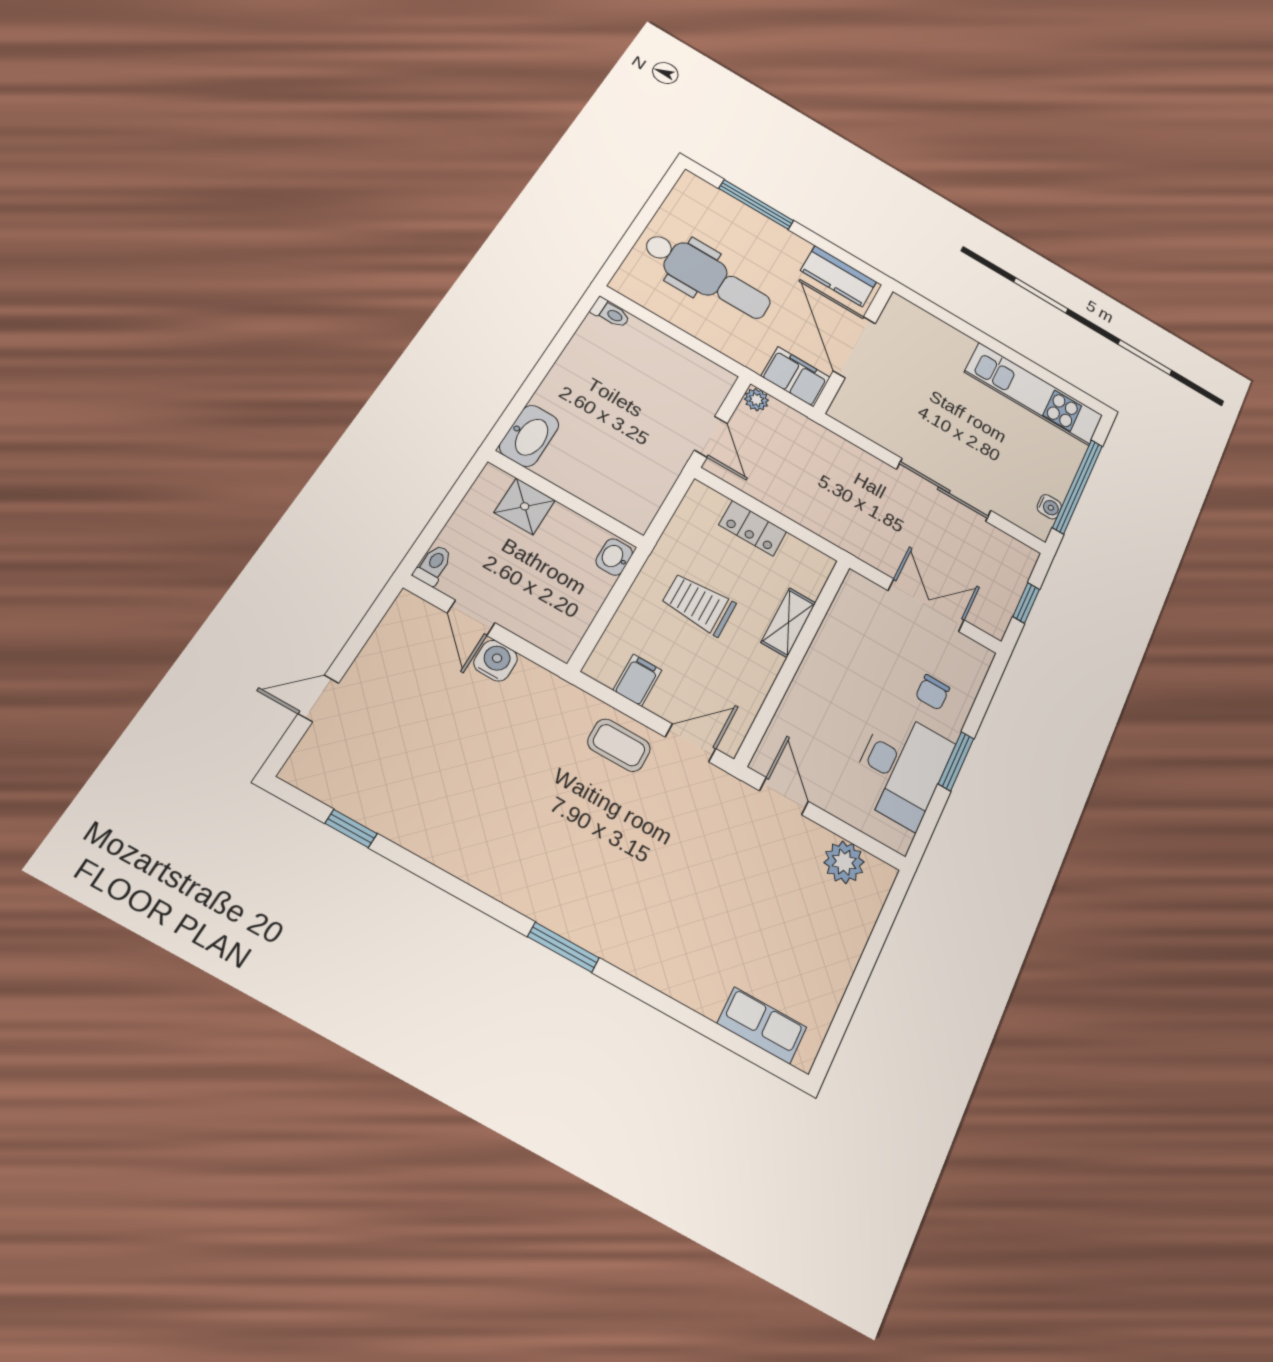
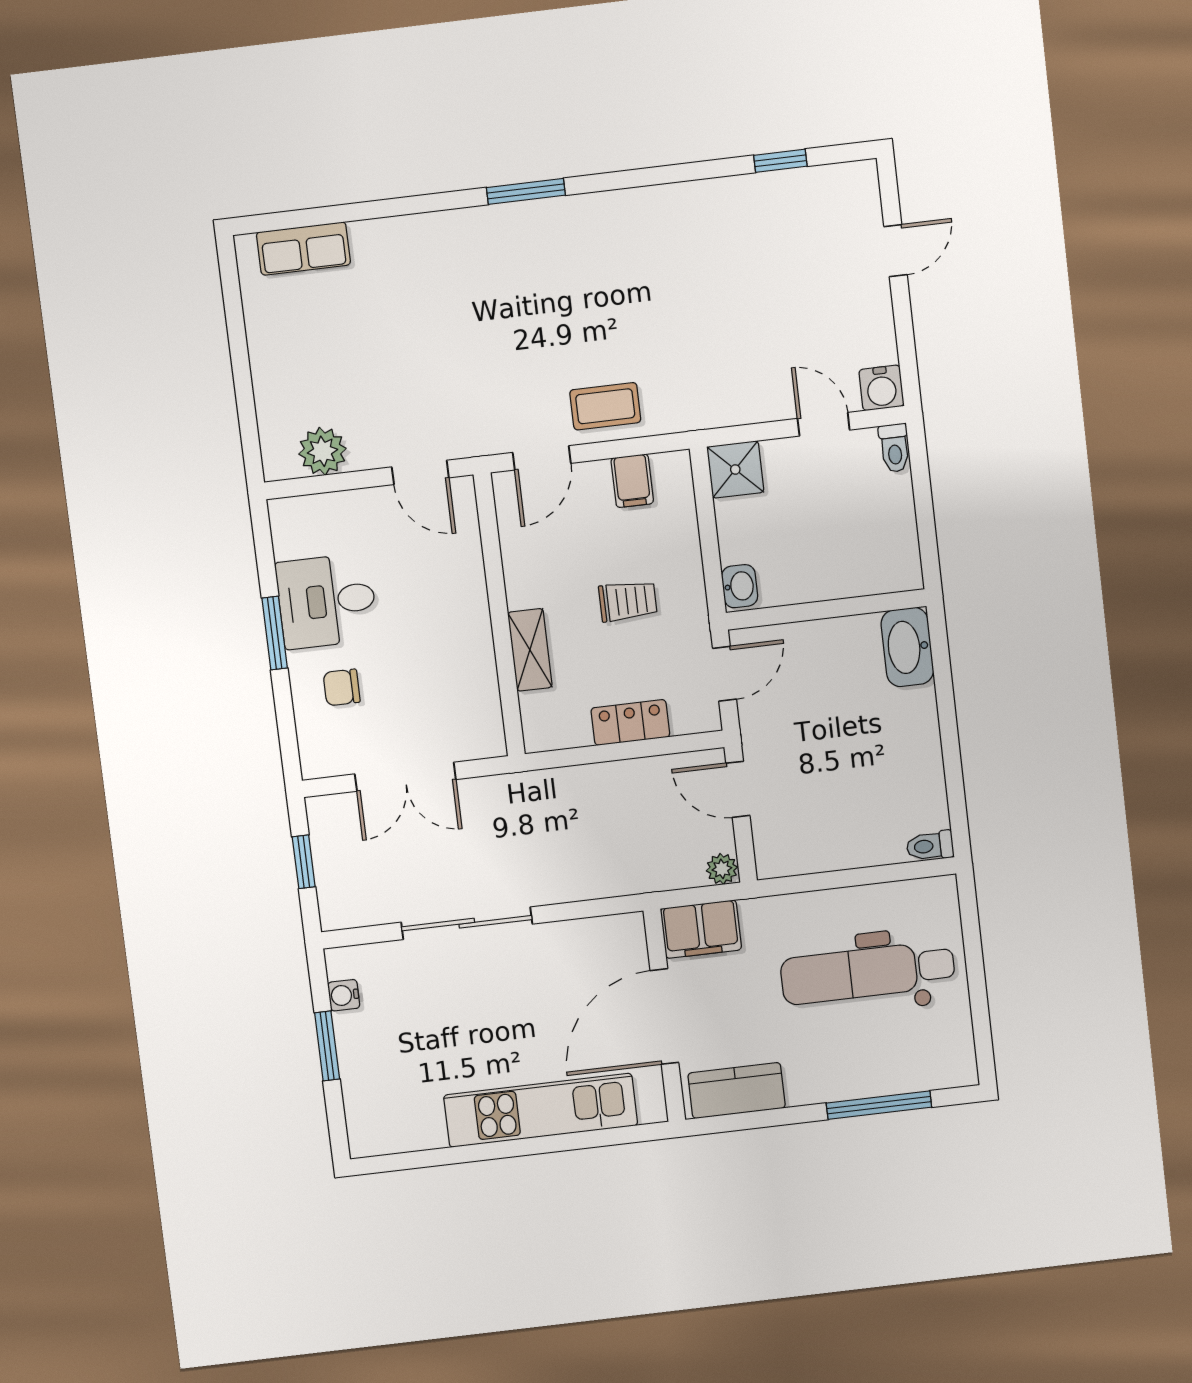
door: (854, 347) -> (664, 1017), swing flipped
kitchen unit: (1034, 394) -> (541, 1110), moved
window: (1078, 486) -> (327, 1046), width x0.47
shower: (525, 506) -> (735, 470), moved
door: (667, 511) -> (724, 674), added
trolley: (699, 604) -> (628, 601), width x0.73, depth x0.72
water cooler: (496, 661) -> (881, 388), moved
chair: (933, 692) -> (342, 687), turned -90
desk: (901, 768) -> (327, 601), width x0.73

